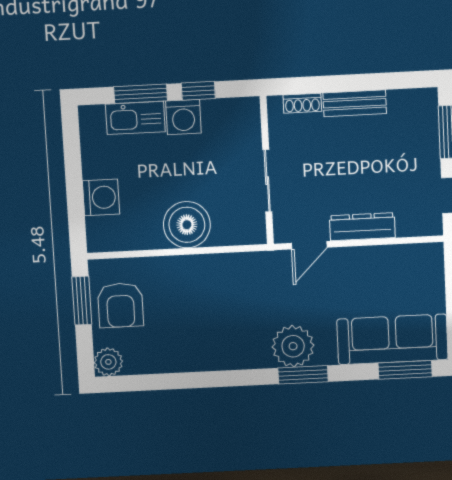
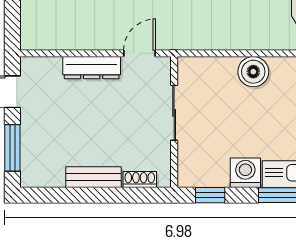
window: (198, 91) -> (210, 195), moved
boiler: (187, 225) -> (253, 72), width x0.73, depth x0.73

